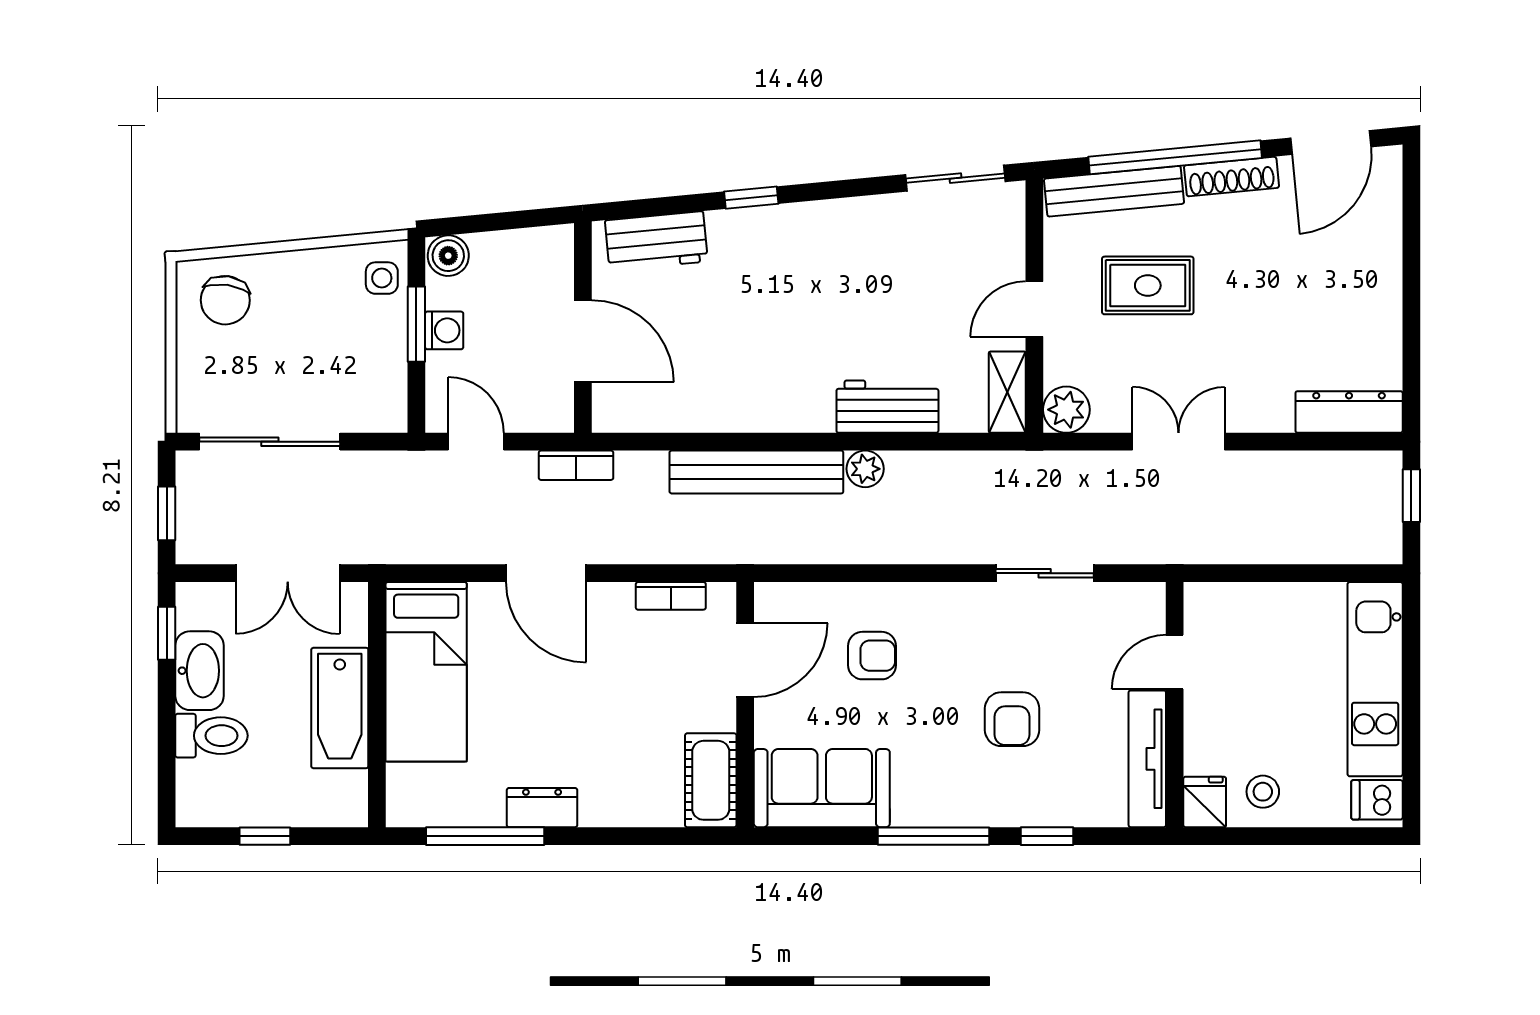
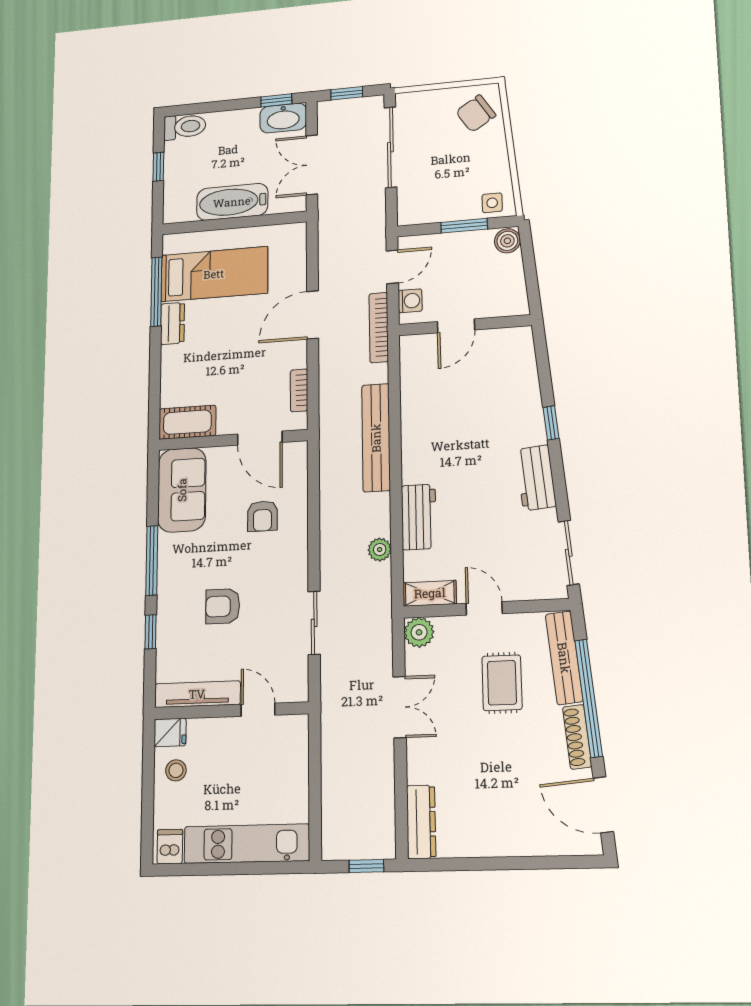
workbench: (656, 241) -> (536, 478), moved
chair: (225, 300) -> (476, 114), turned -41
washing machine: (444, 330) -> (410, 301), moved, turned -90
door: (583, 341) -> (456, 326), width x0.73
bookcase: (576, 465) -> (379, 328), width x1.56
plant: (865, 469) -> (380, 550), moved
washbasin: (199, 671) -> (283, 118), moved
bed: (426, 672) -> (214, 274), moved, turned 180
toilet: (211, 736) -> (185, 127), moved, turned -90

